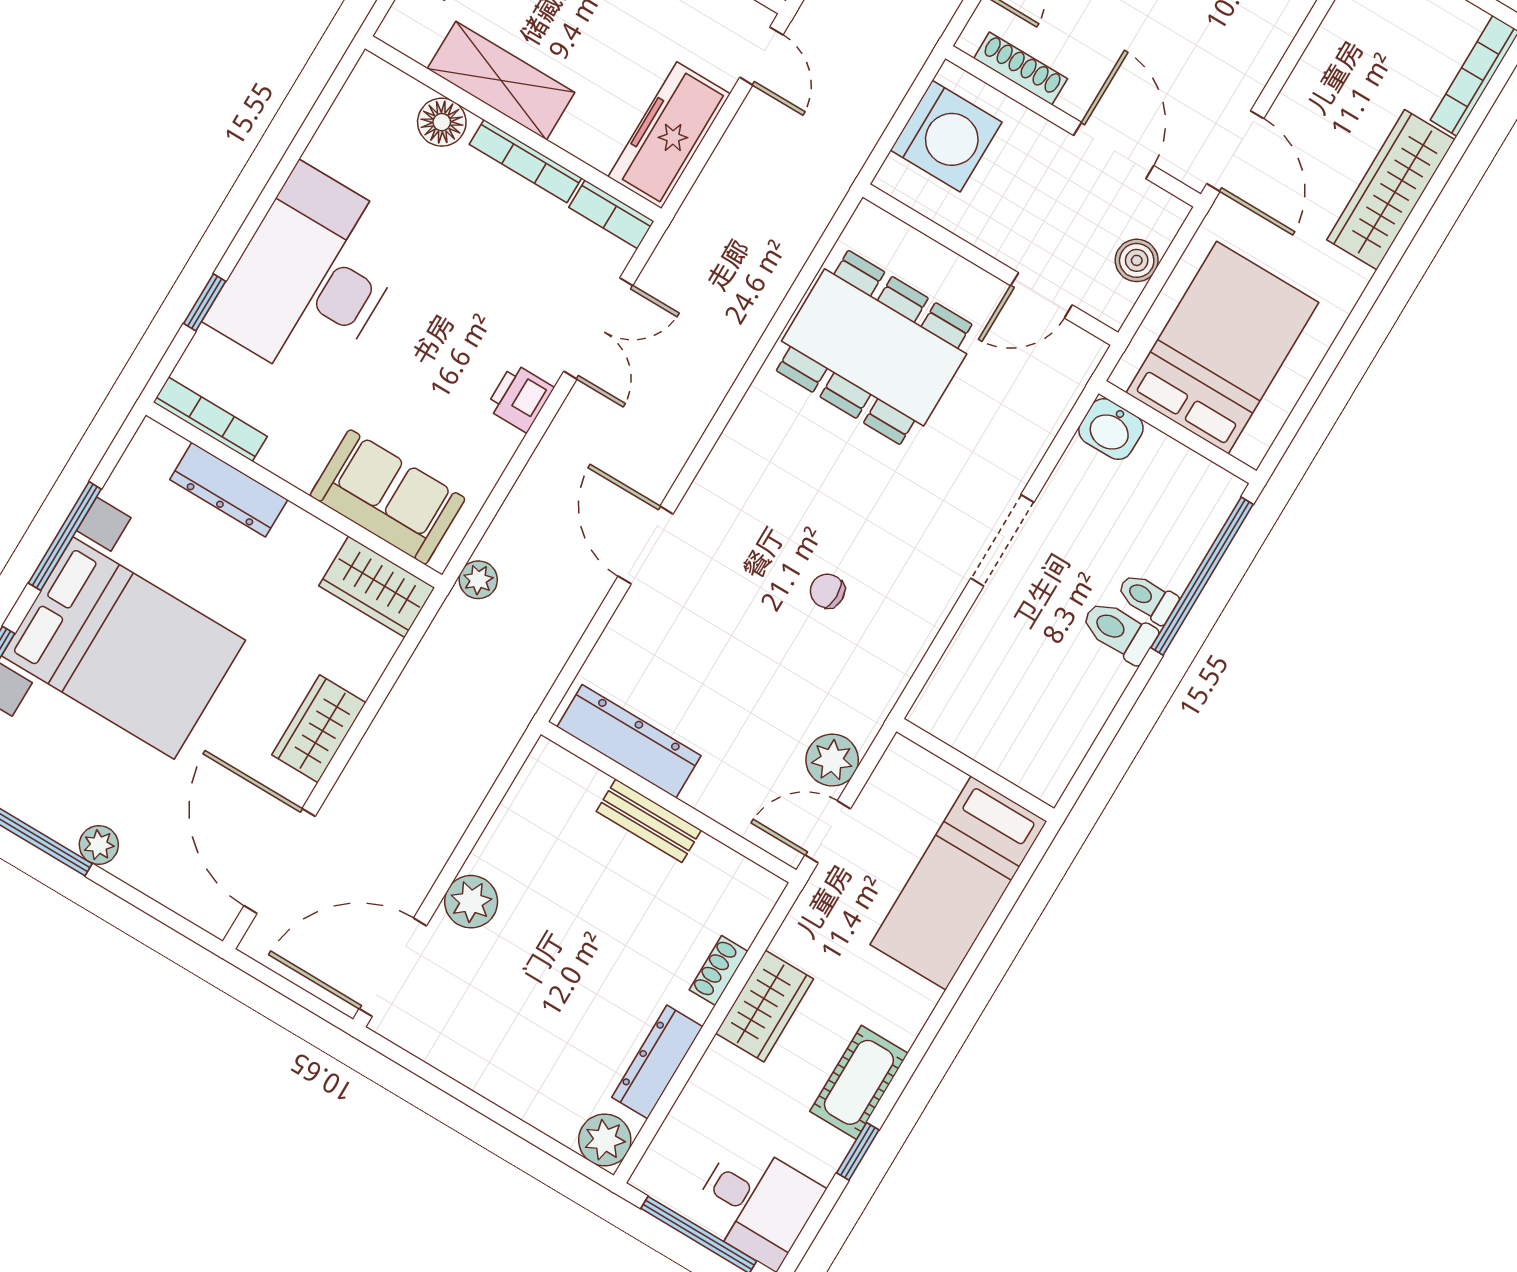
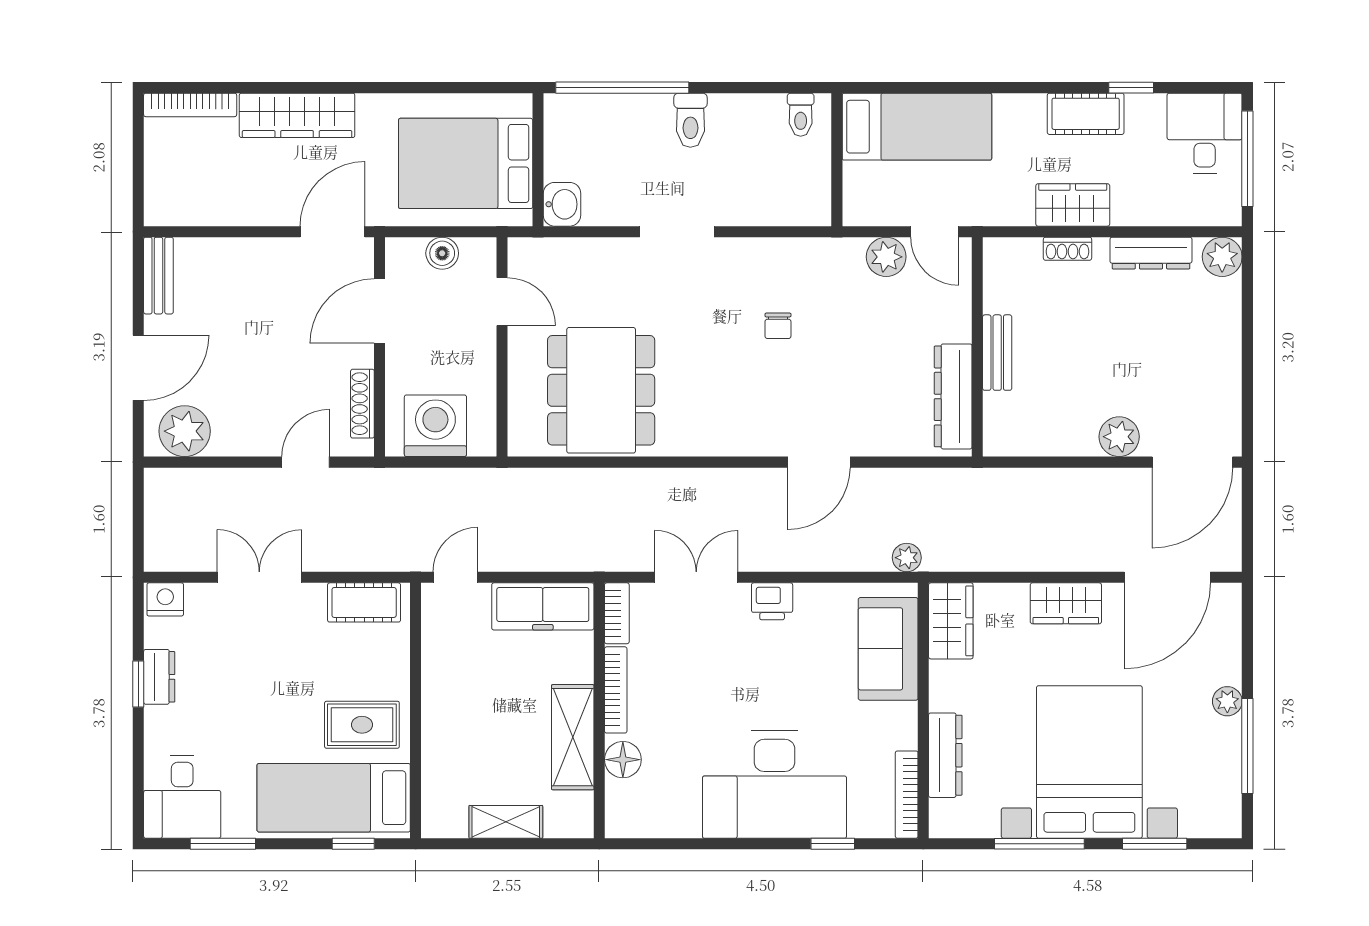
toilet: (1147, 598) -> (801, 115), moved
door: (393, 967) -> (1192, 462), hinge flipped

